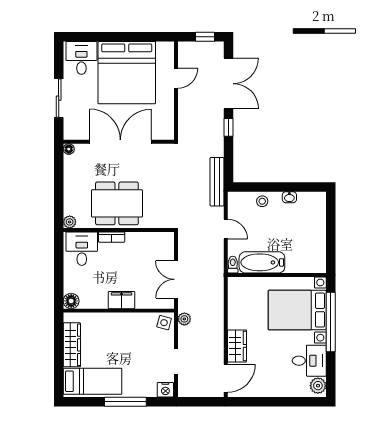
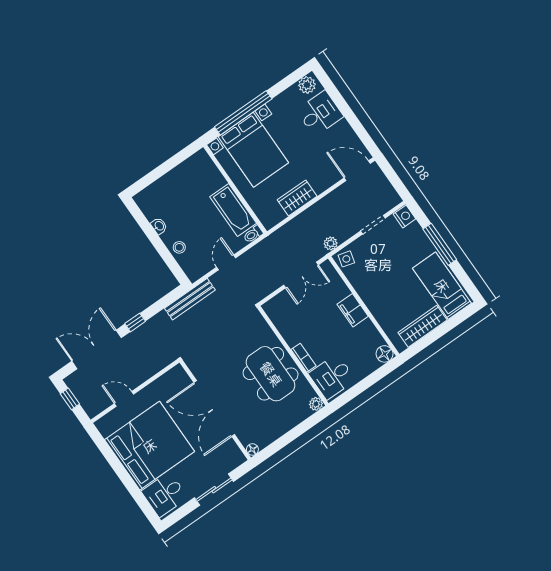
wardrobe: (237, 346) -> (297, 198), moved
desk: (309, 361) -> (320, 113), moved, turned 90

